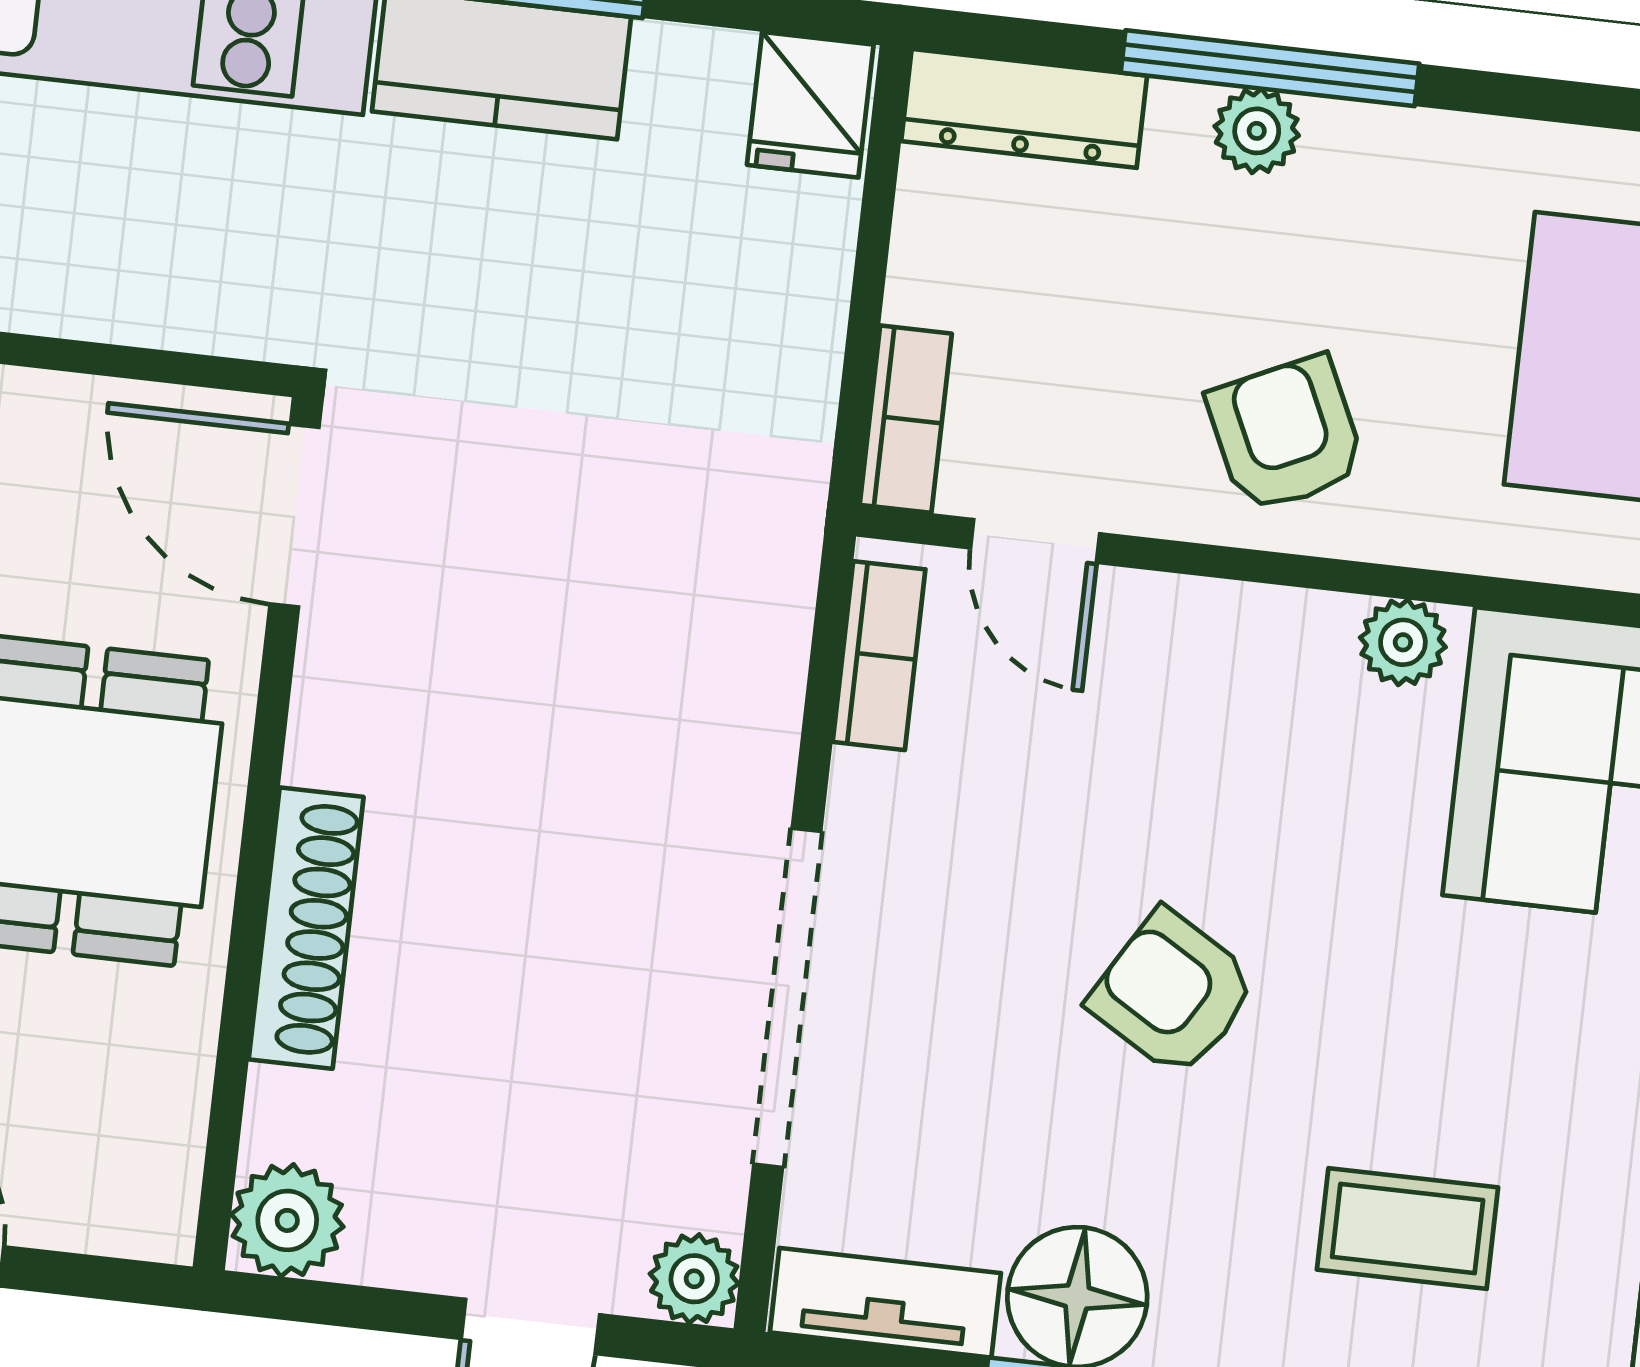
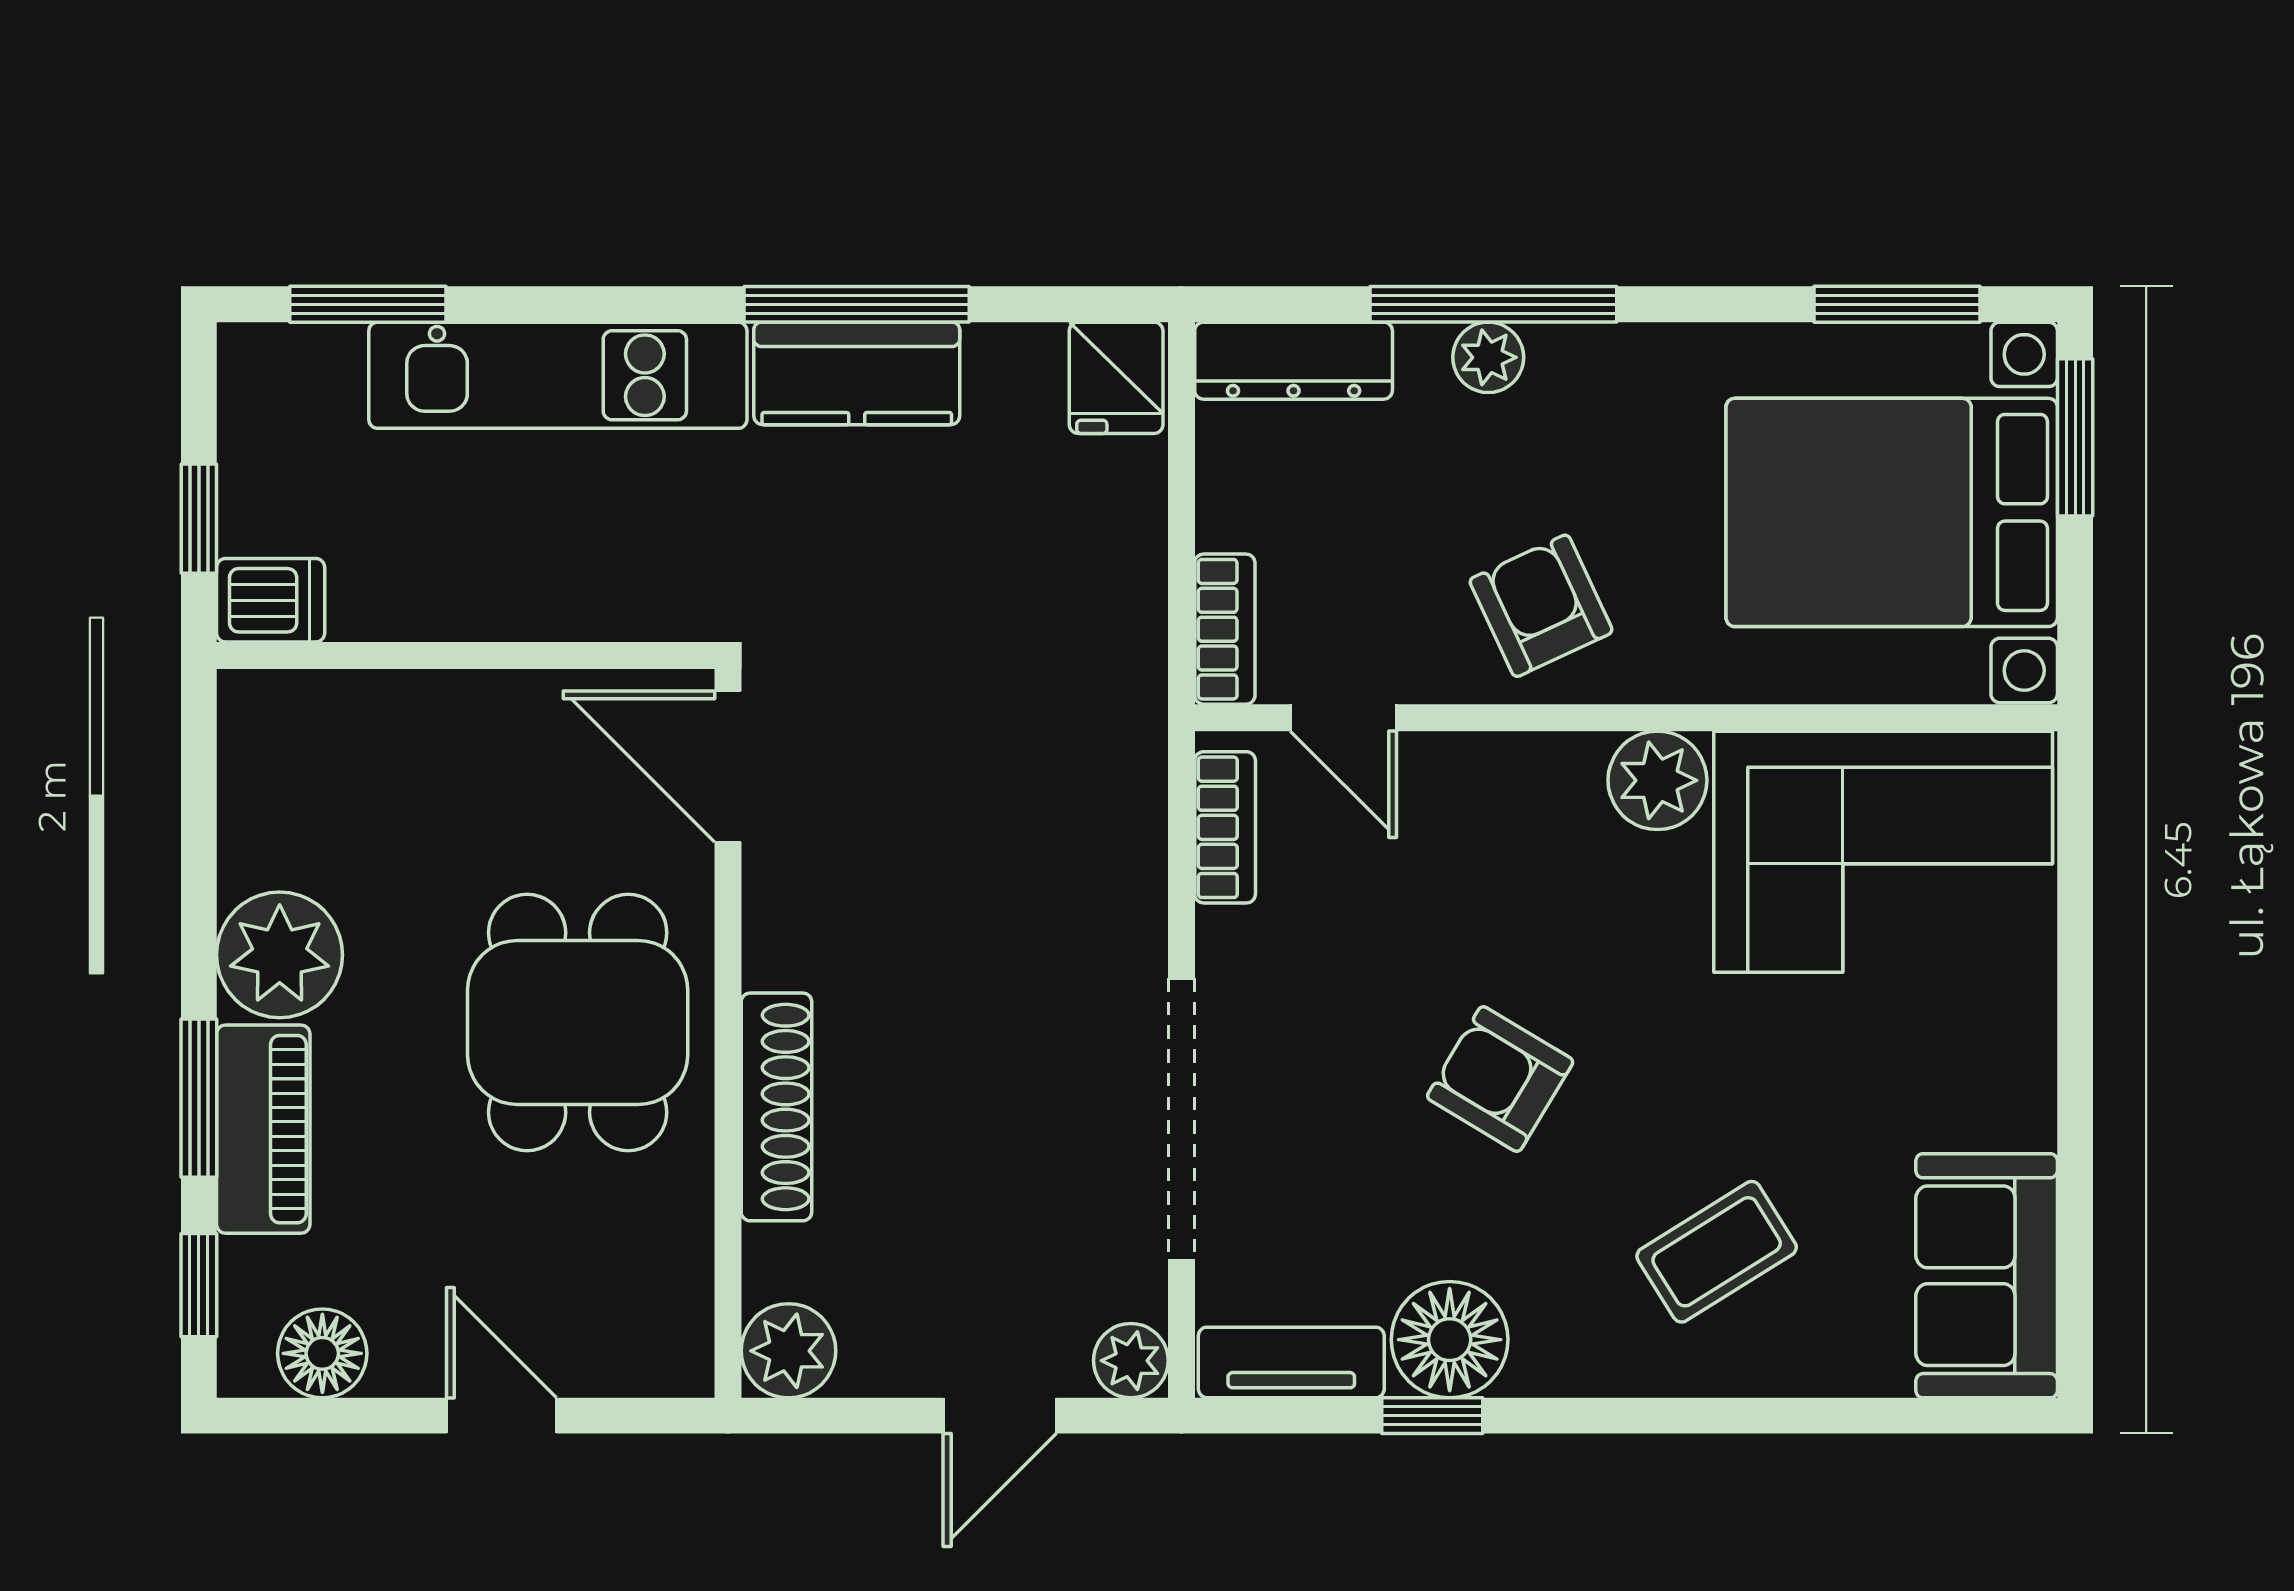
plant: (1403, 642) -> (1657, 780), width x1.38, depth x1.38
coffee table: (1408, 1228) -> (1717, 1252), turned -32

